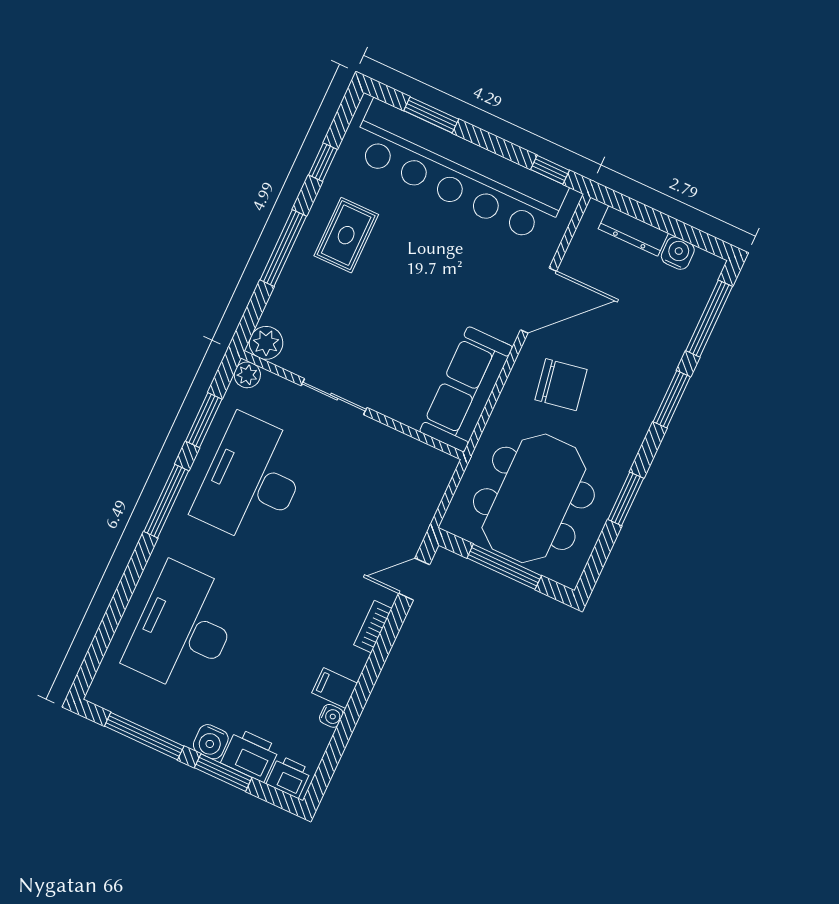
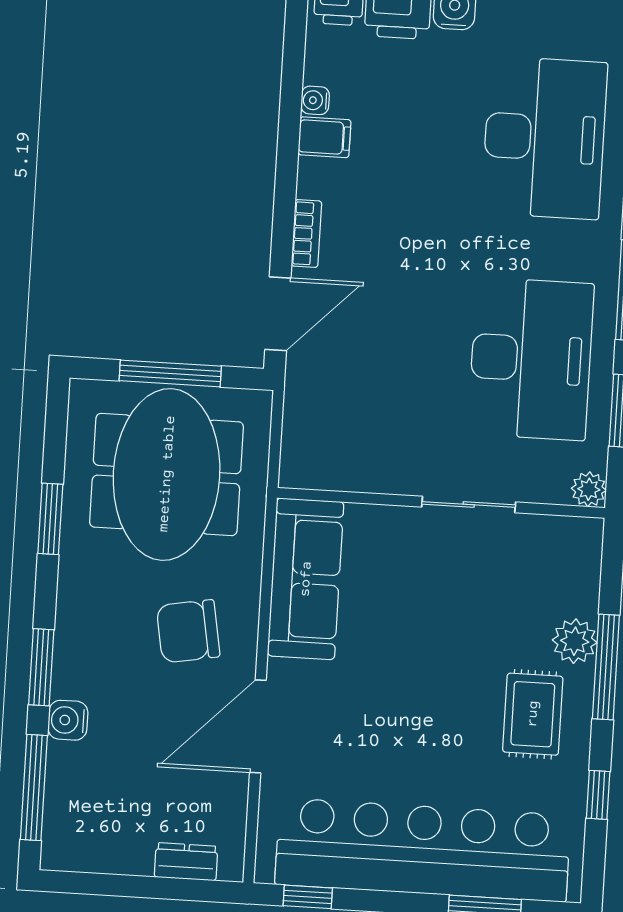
dresser: (633, 231) -> (186, 862), width x0.70
water cooler: (678, 253) -> (68, 720), moved, turned 90
plant: (266, 343) -> (575, 641), moved
door: (414, 579) -> (278, 314), width x1.37

